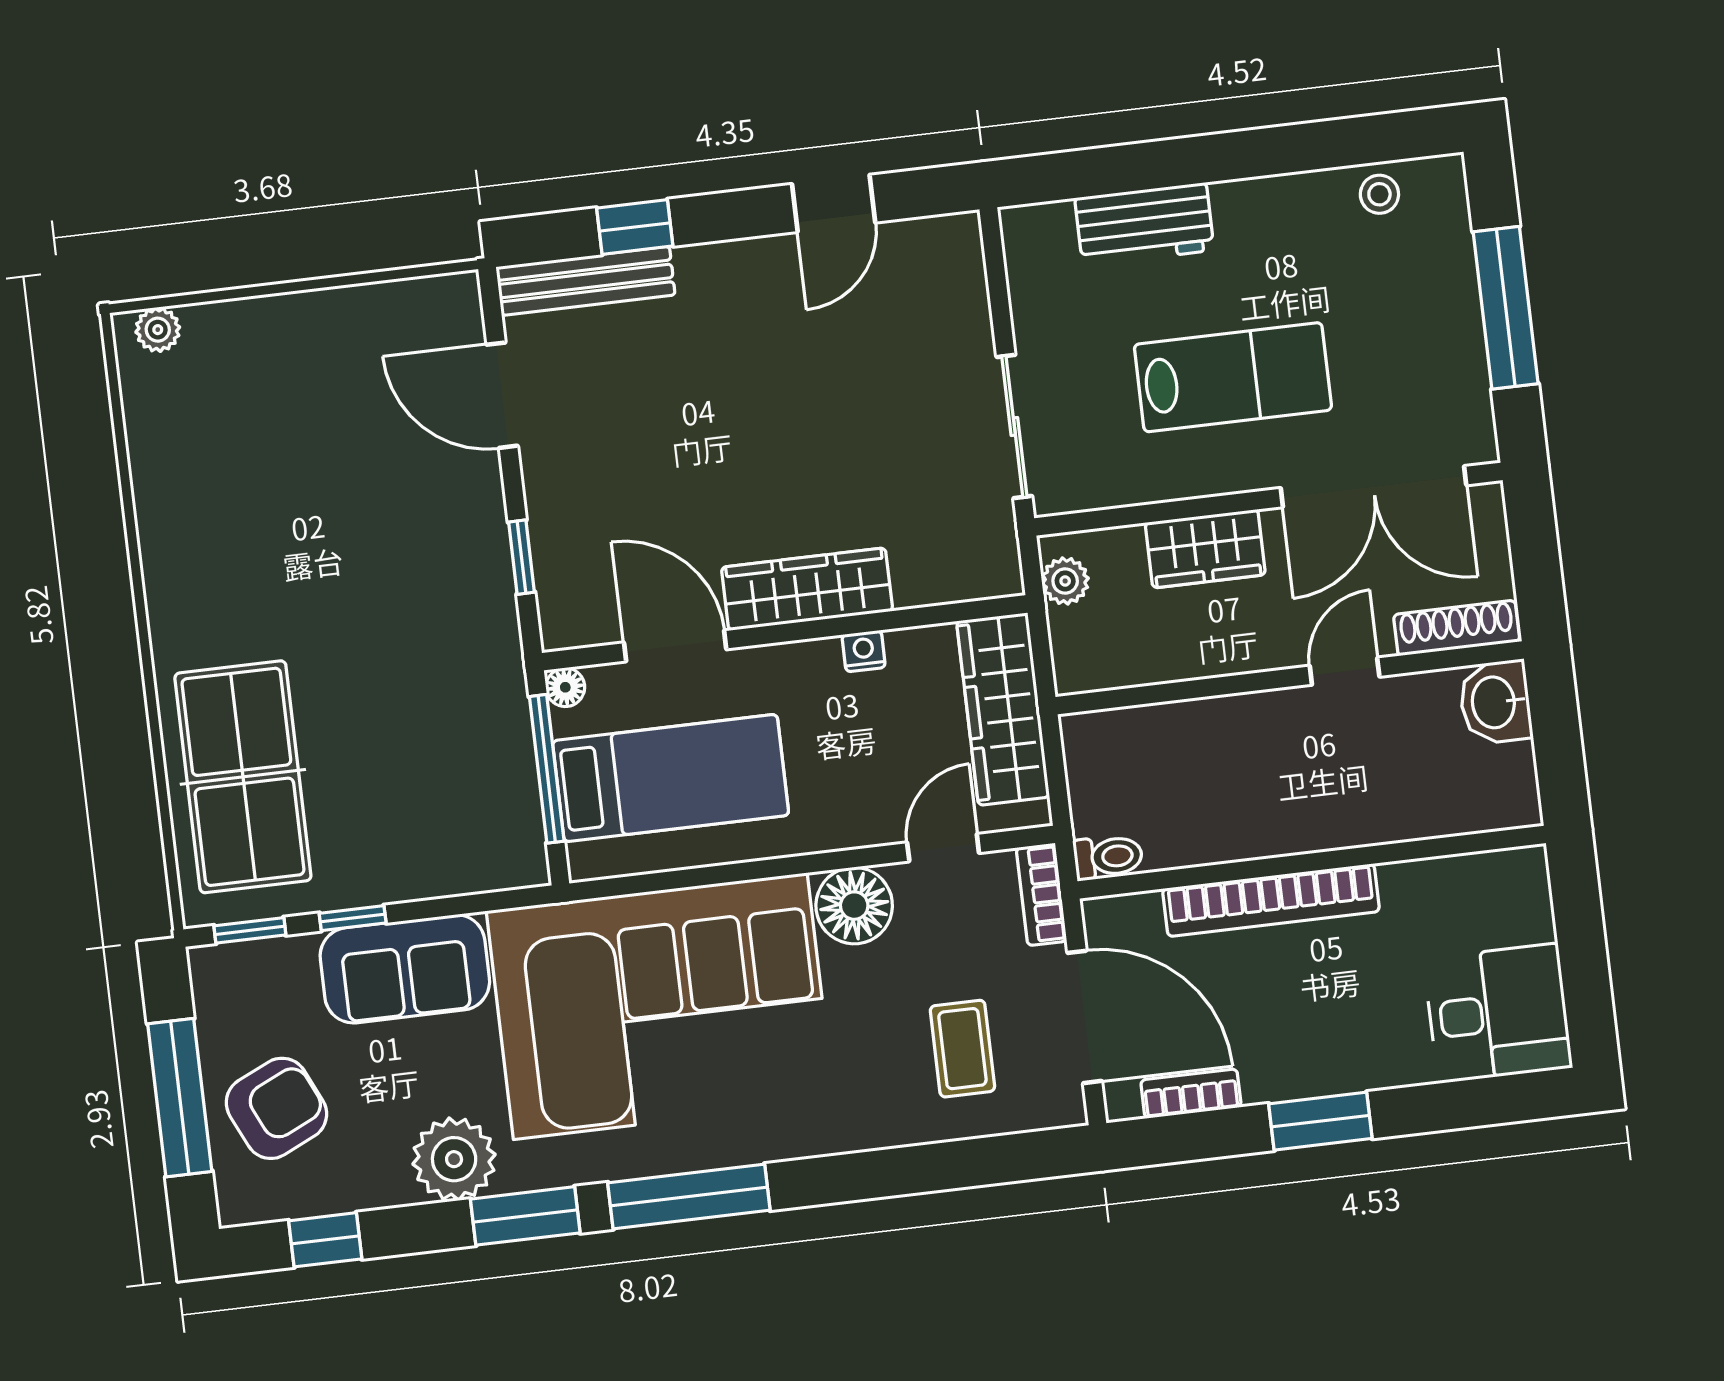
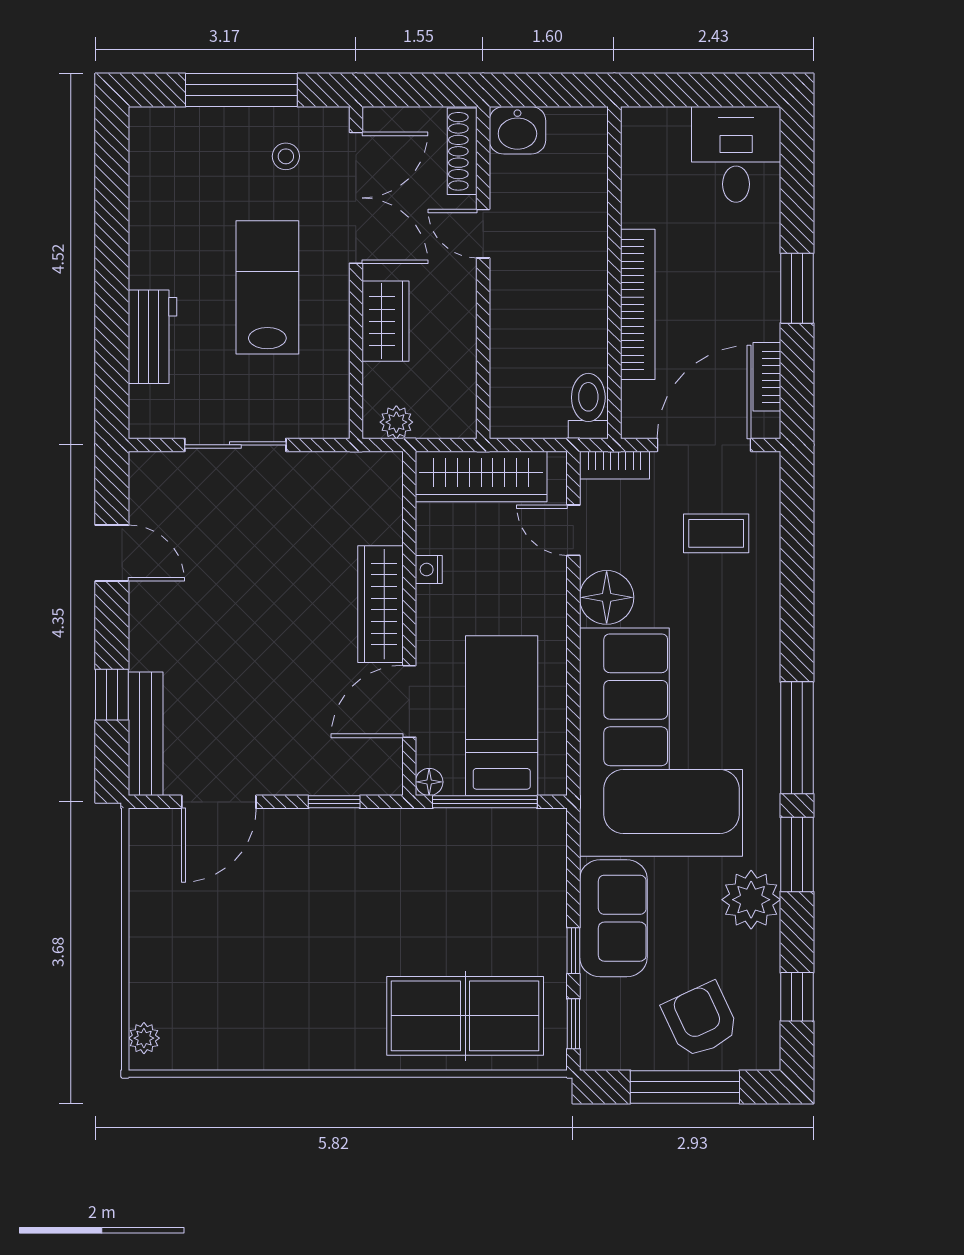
stool: (1379, 194) -> (286, 156), moved
sliding door: (1014, 427) -> (235, 445), moved
toilet: (1108, 857) -> (588, 406), width x1.37, depth x1.39

